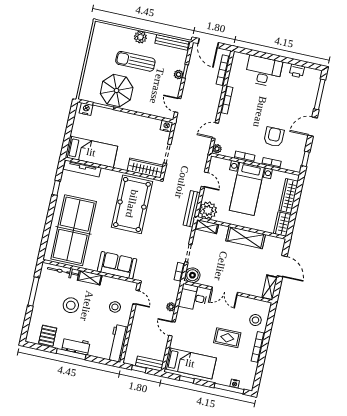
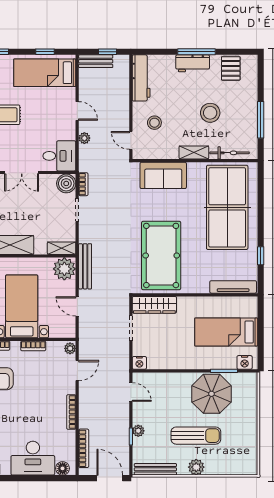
floor lamp: (243, 58) -> (63, 468), added
bed: (91, 152) -> (226, 332), moved
double door: (225, 291) -> (22, 173), swing flipped

